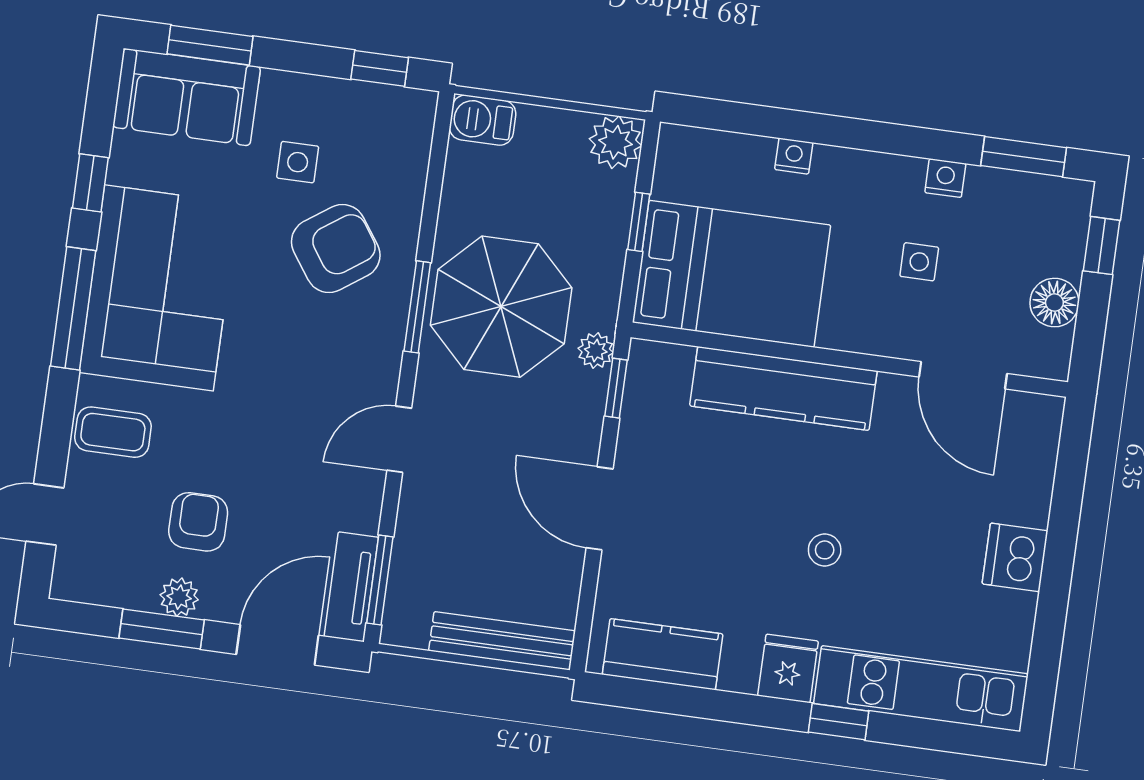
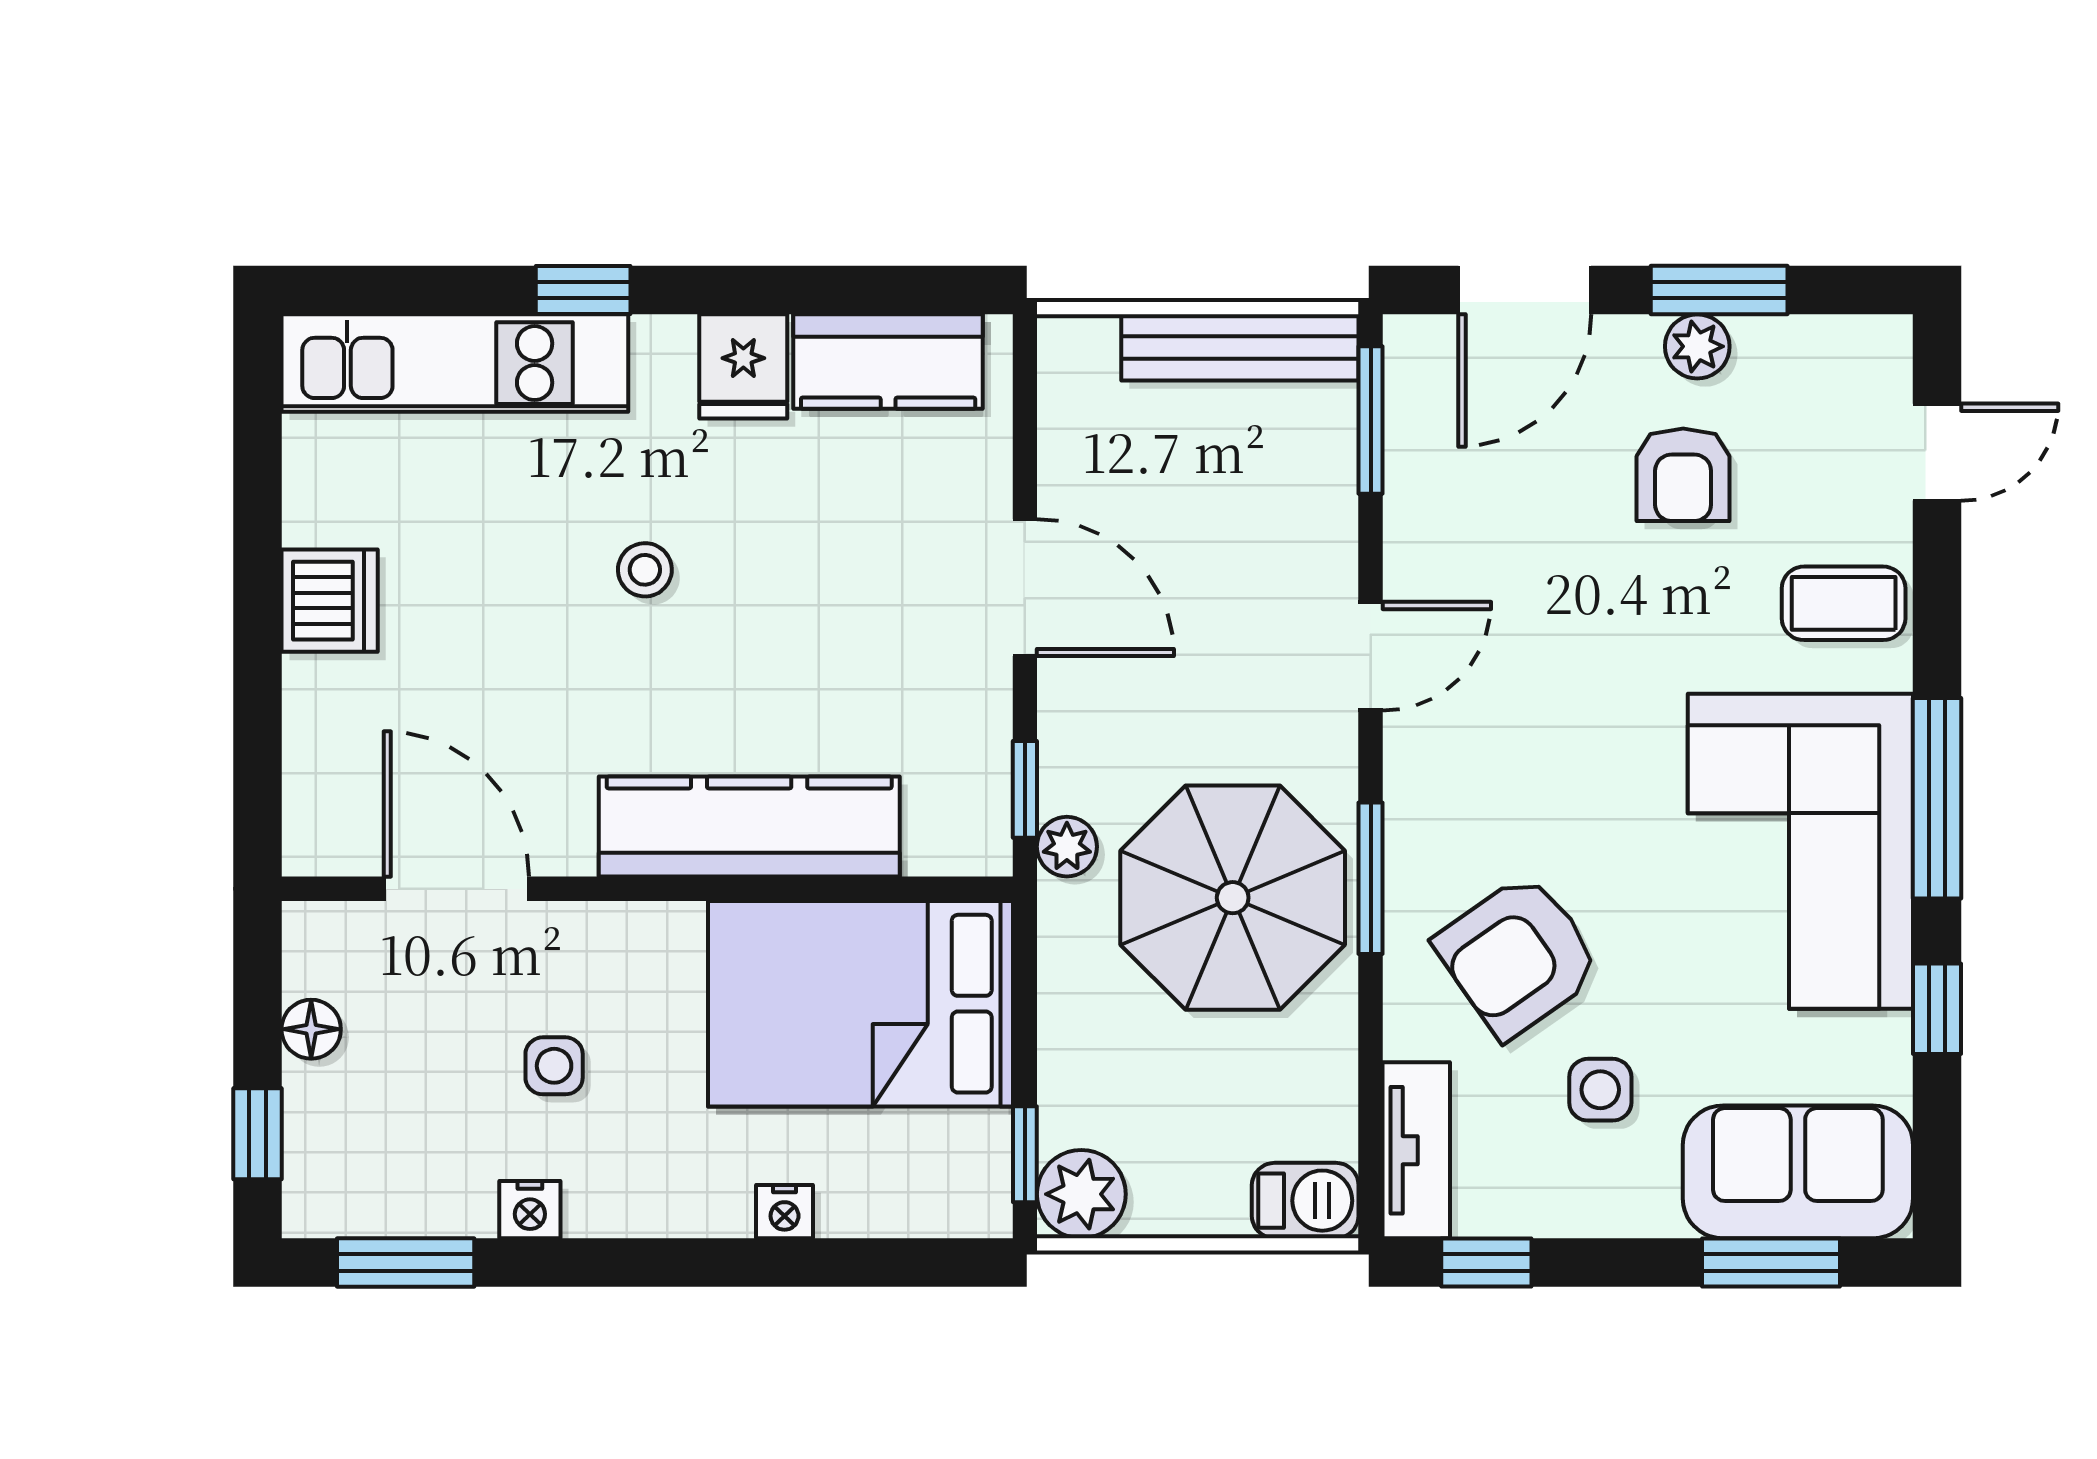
window: (639, 222) -> (1025, 1154), moved
floor lamp: (1054, 303) -> (311, 1029), width x0.73, depth x0.73
tv unit: (351, 587) -> (1416, 1150), moved
bench: (502, 641) -> (1240, 347), moved
fridge: (788, 668) -> (743, 366), moved

